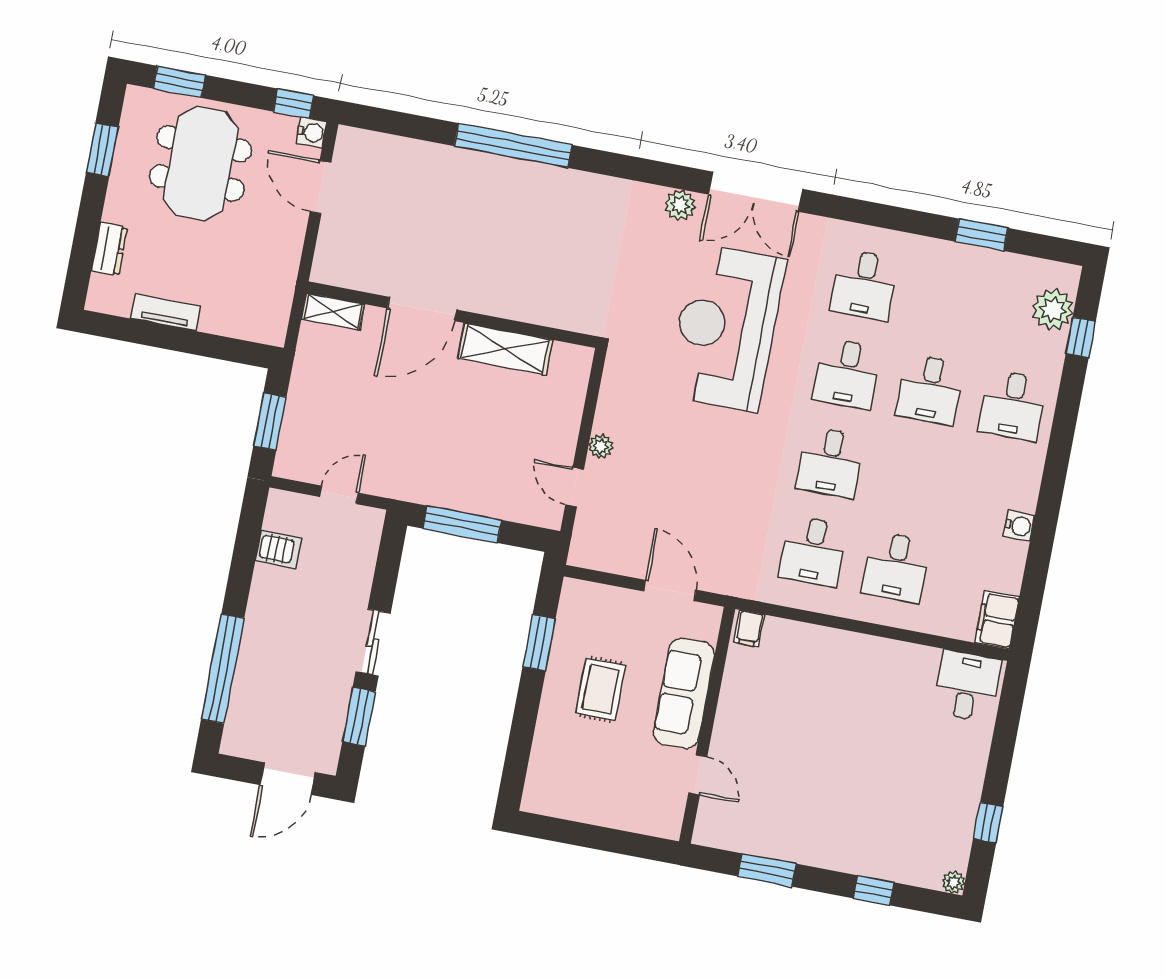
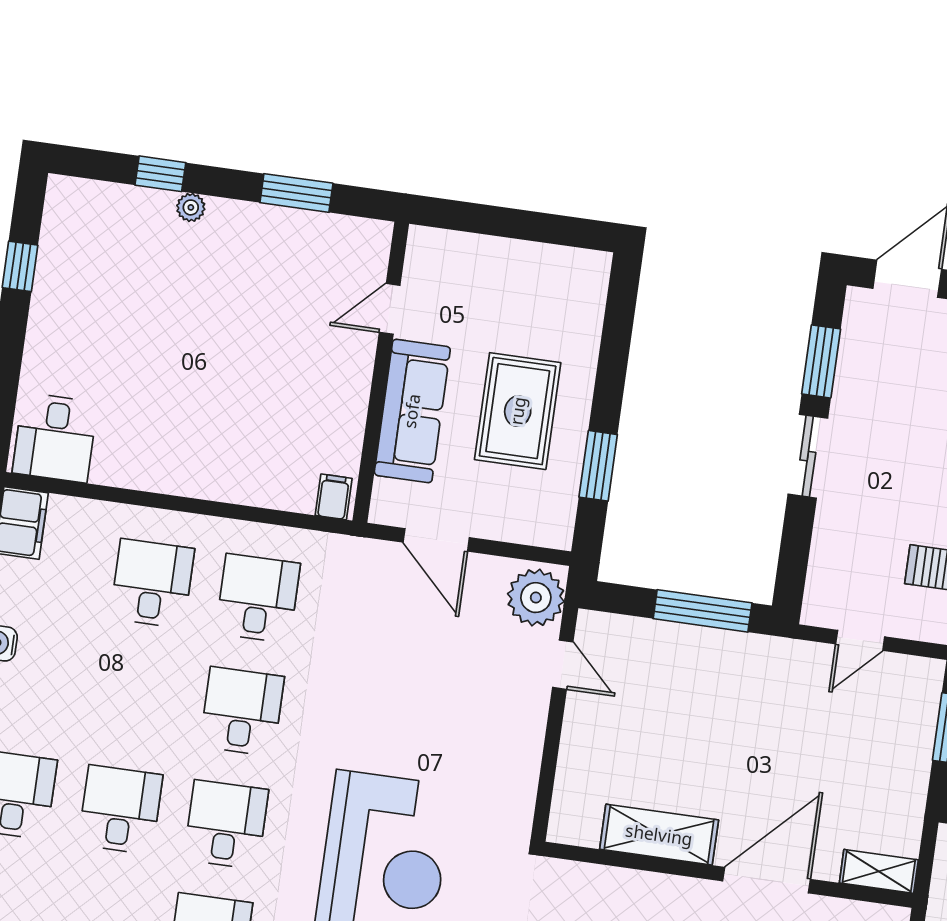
plant: (601, 446) -> (536, 598), moved, width x1.88, depth x1.88
rug: (601, 689) -> (518, 411), width x1.36, depth x1.43
door: (698, 775) -> (390, 309), hinge flipped
plant: (953, 882) -> (191, 207), moved

